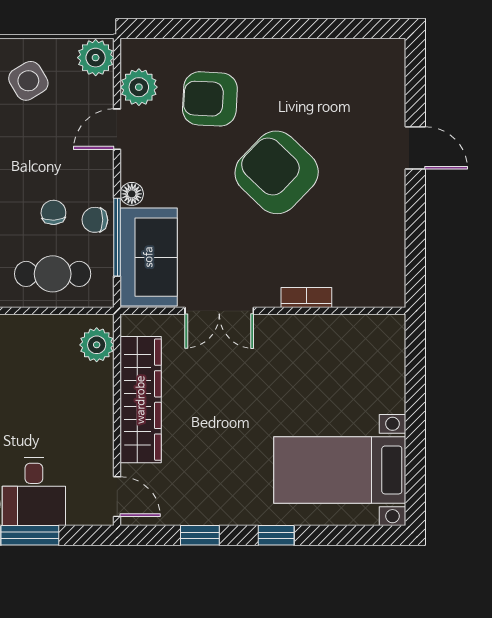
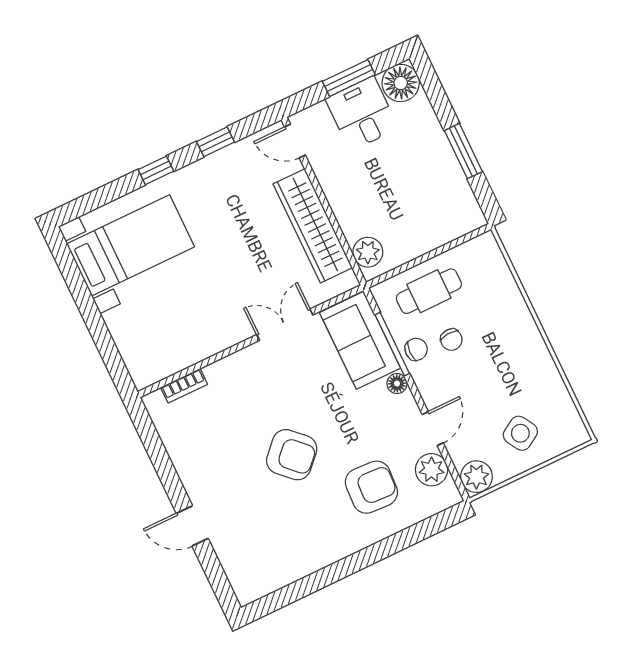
armchair: (277, 172) -> (292, 455), width x0.73, depth x0.73
bookcase: (306, 297) -> (184, 386), moved

